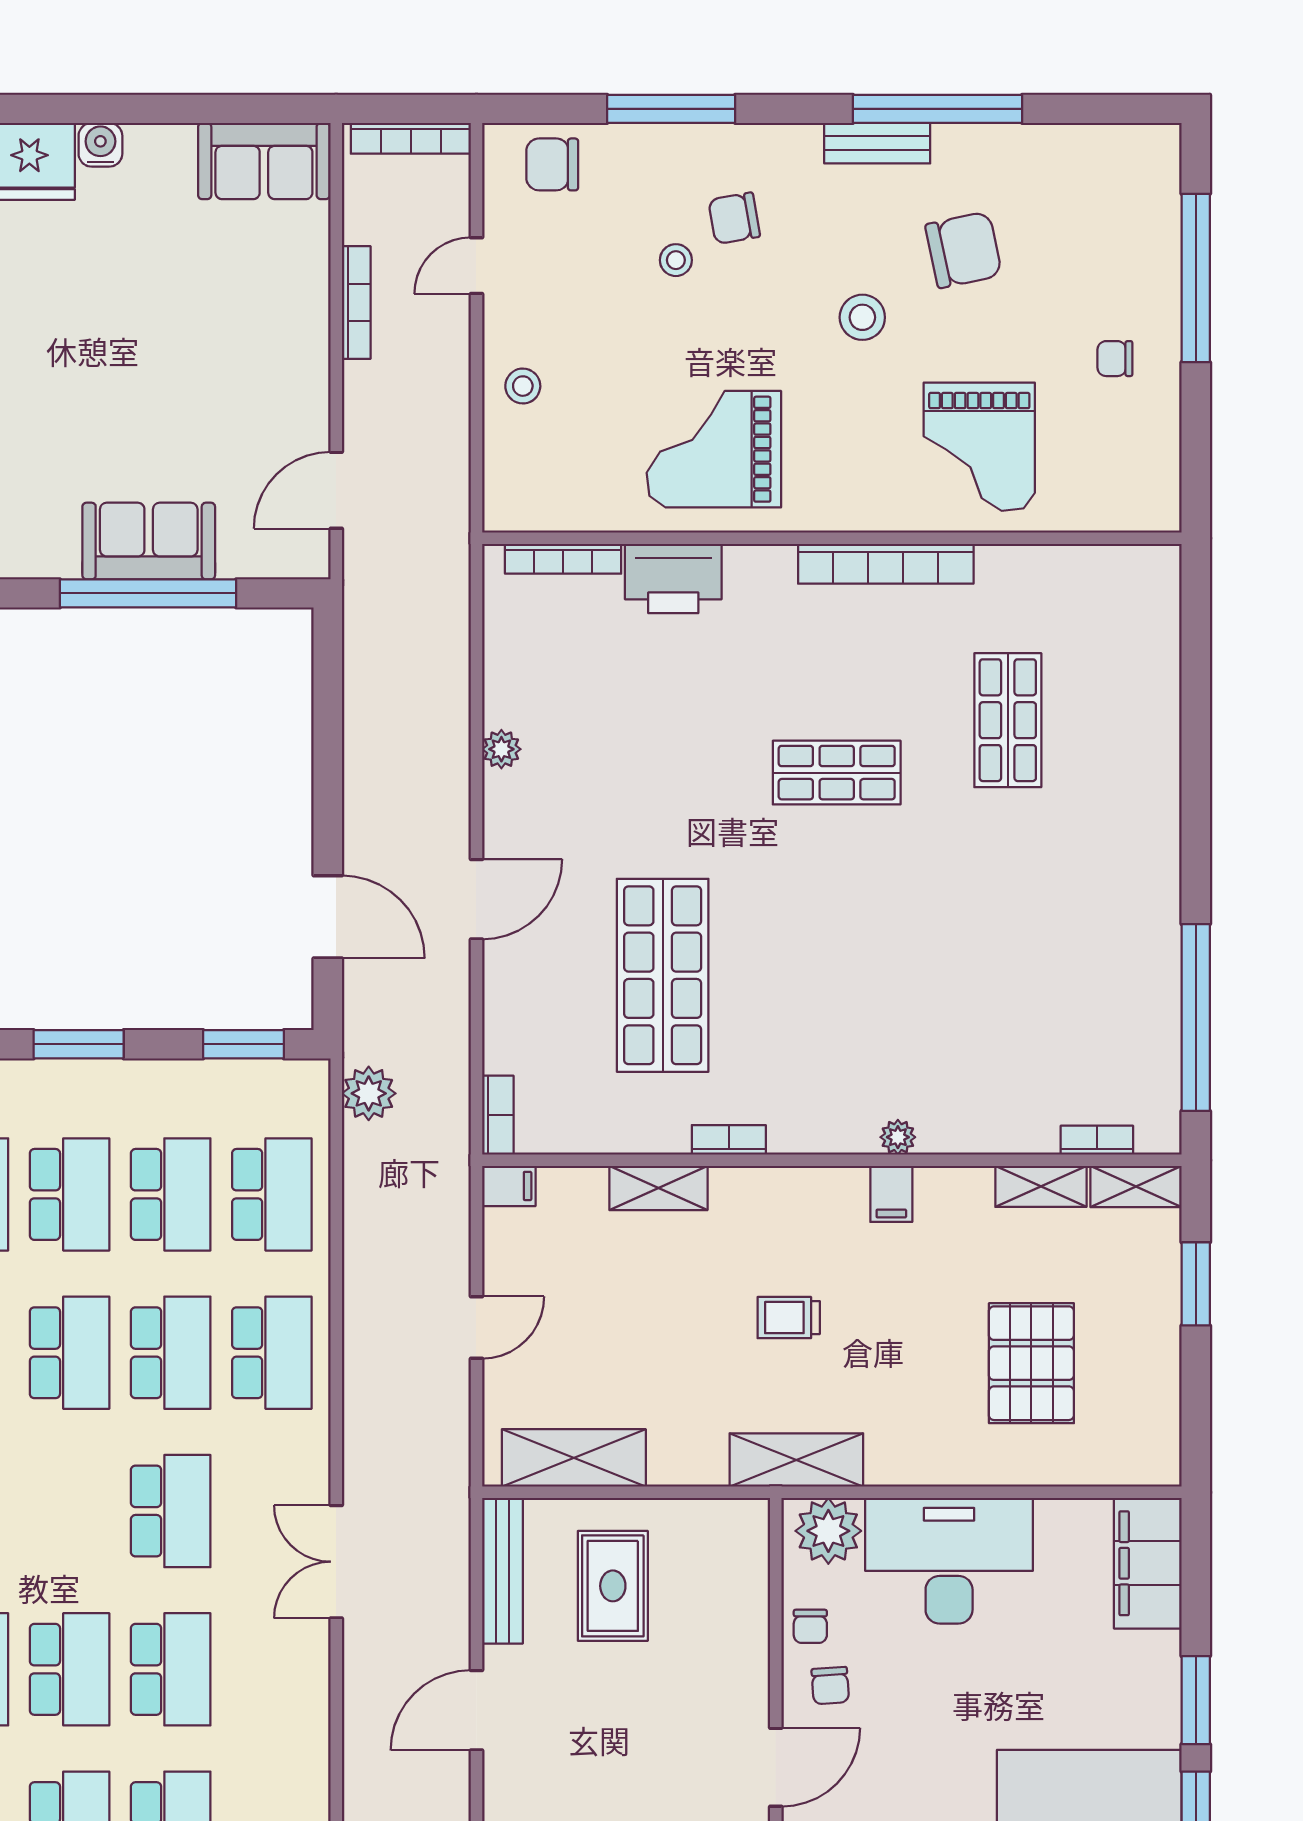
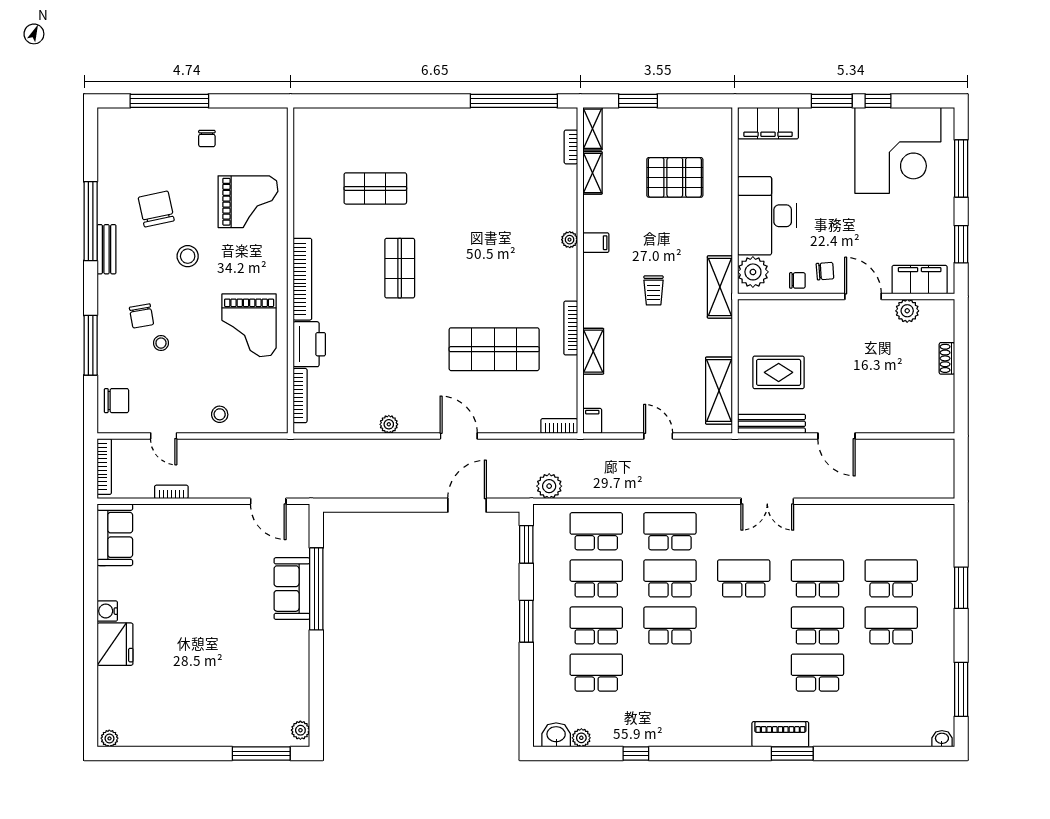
chair: (552, 164) -> (116, 401), turned -90
bookcase: (356, 302) -> (171, 492), width x0.64
bookcase: (886, 564) -> (302, 279), moved
bookcase: (729, 1140) -> (571, 328), width x1.56

